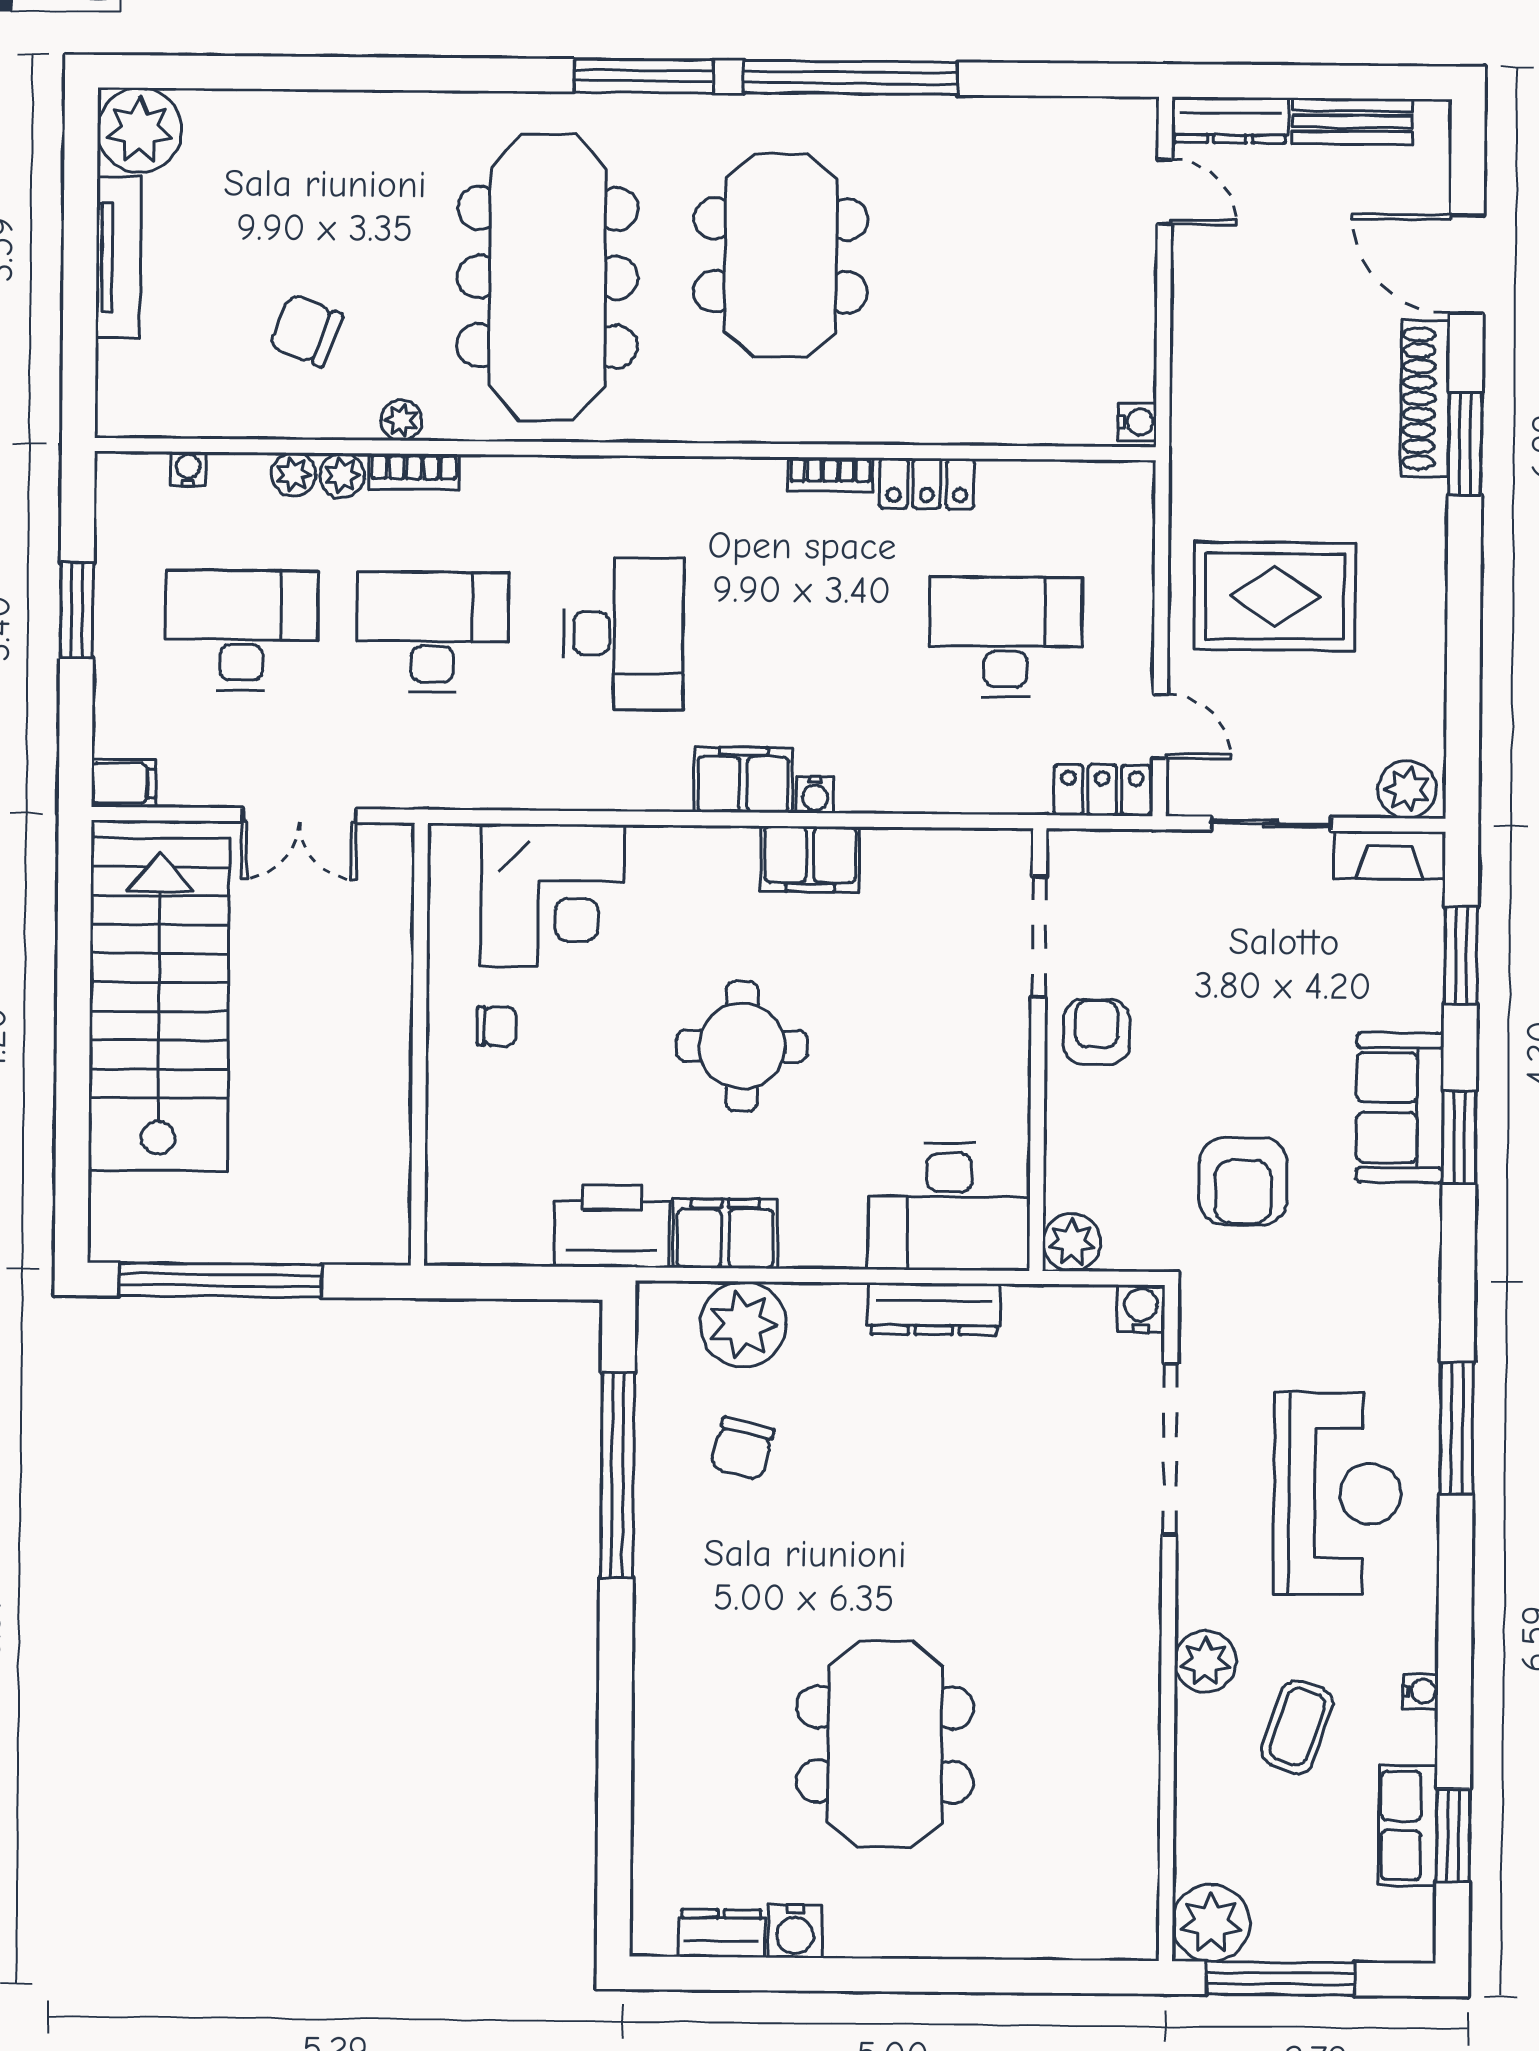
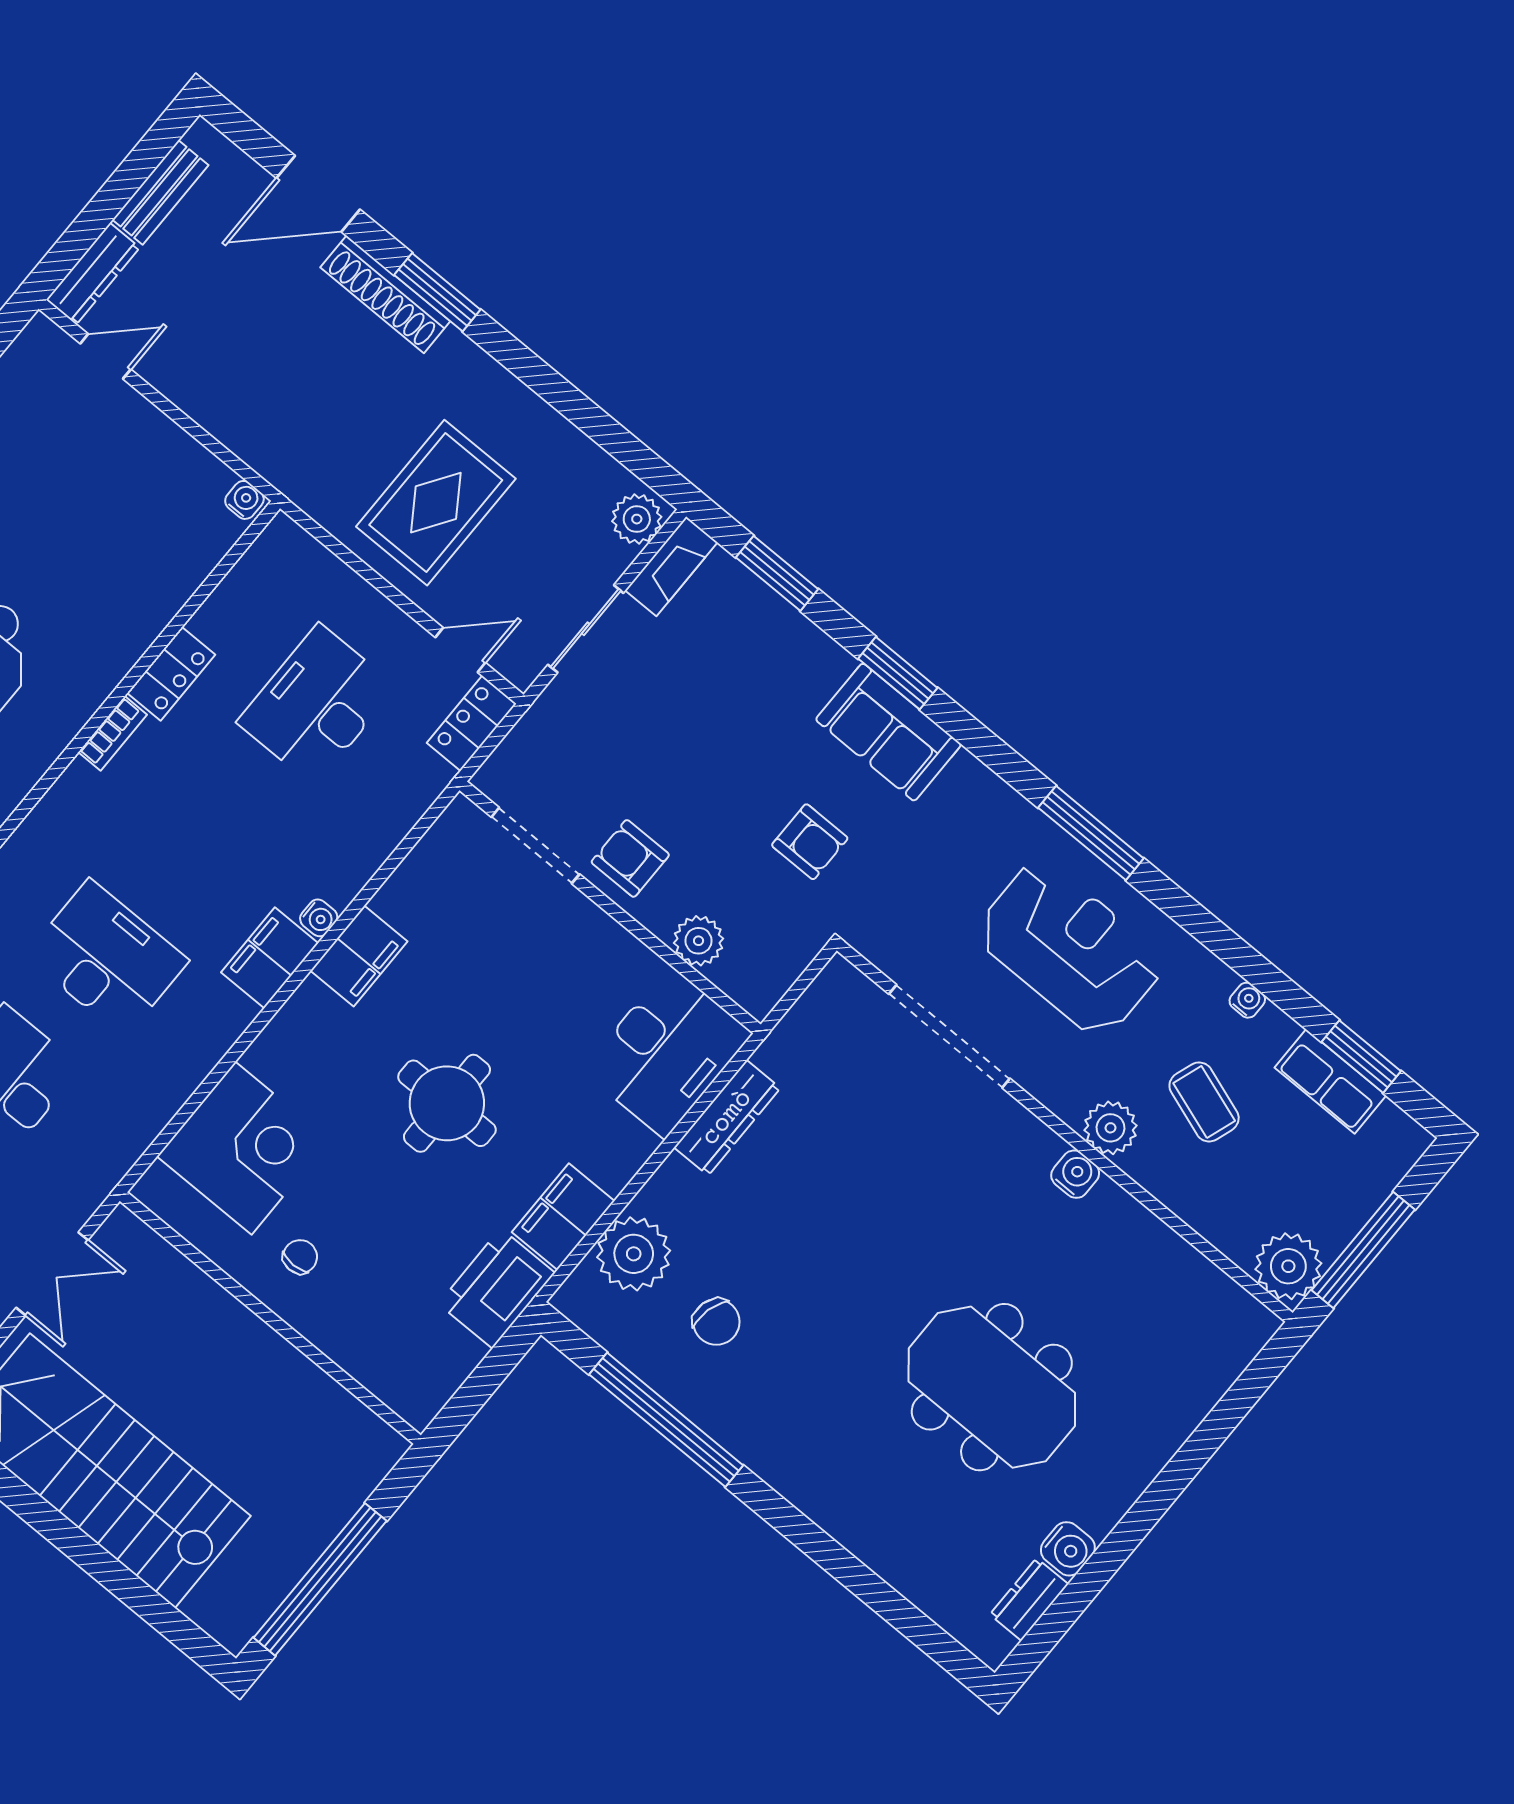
sofa: (1400, 1108) -> (888, 732), moved
armchair: (1243, 1181) -> (810, 842), width x0.72, depth x0.72
plant: (1072, 1242) -> (699, 941), moved
water cooler: (1141, 1309) -> (1075, 1174), moved, turned 90

